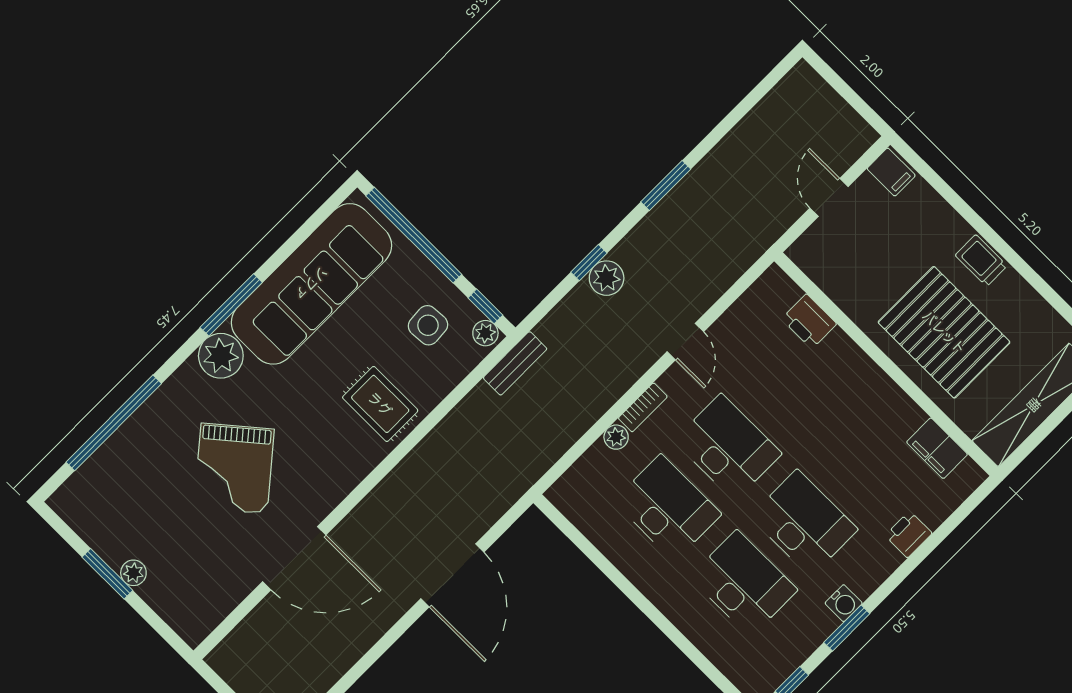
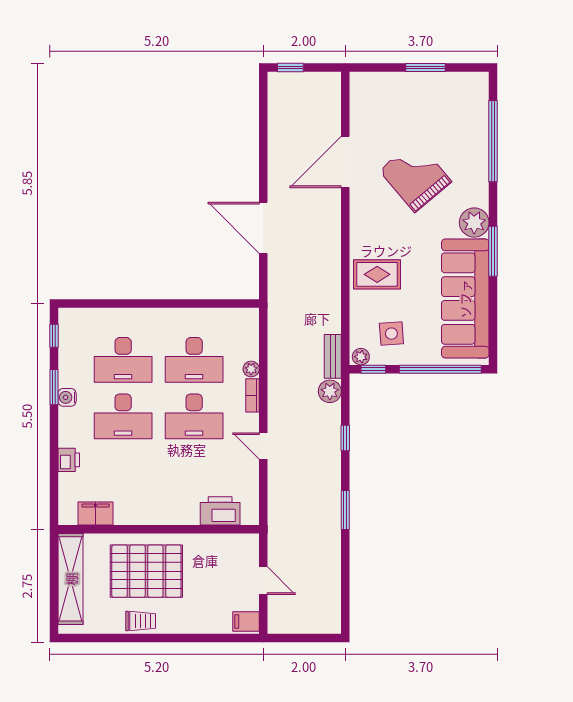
trolley: (981, 261) -> (141, 621), moved
plant: (607, 278) -> (330, 391), moved
printer: (809, 321) -> (220, 511), width x1.37, depth x1.19
plant: (133, 573) -> (414, 80), removed

